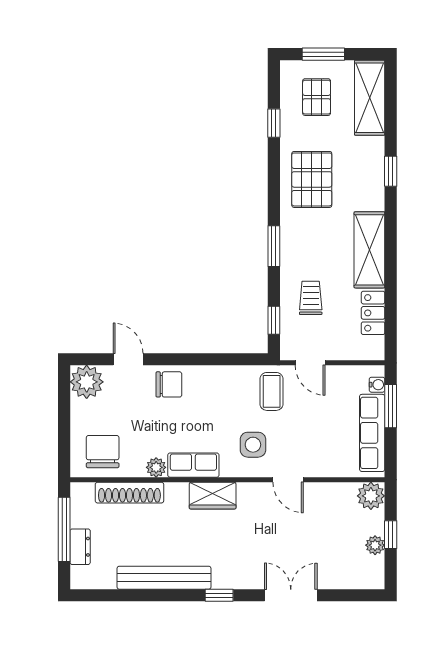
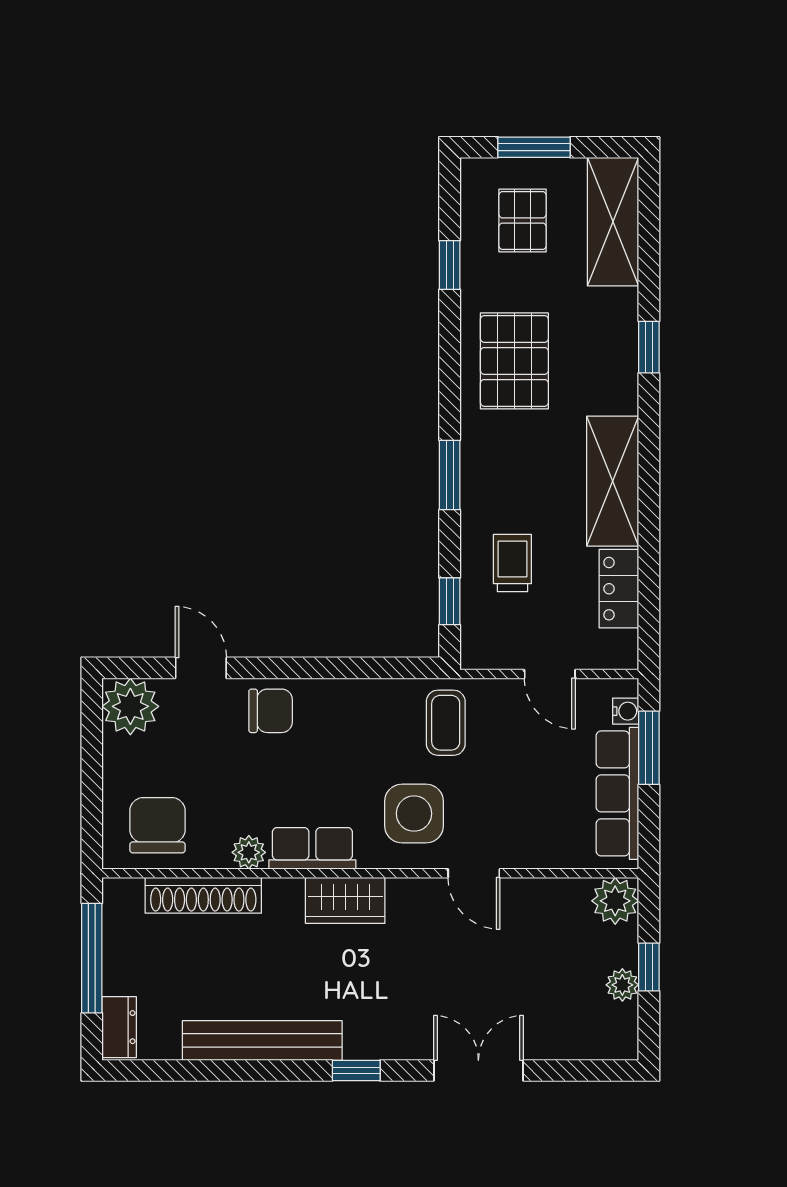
door: (310, 363) -> (550, 674), moved
side table: (253, 445) -> (414, 814), width x1.37, depth x1.37
dresser: (80, 547) -> (119, 1027), moved

